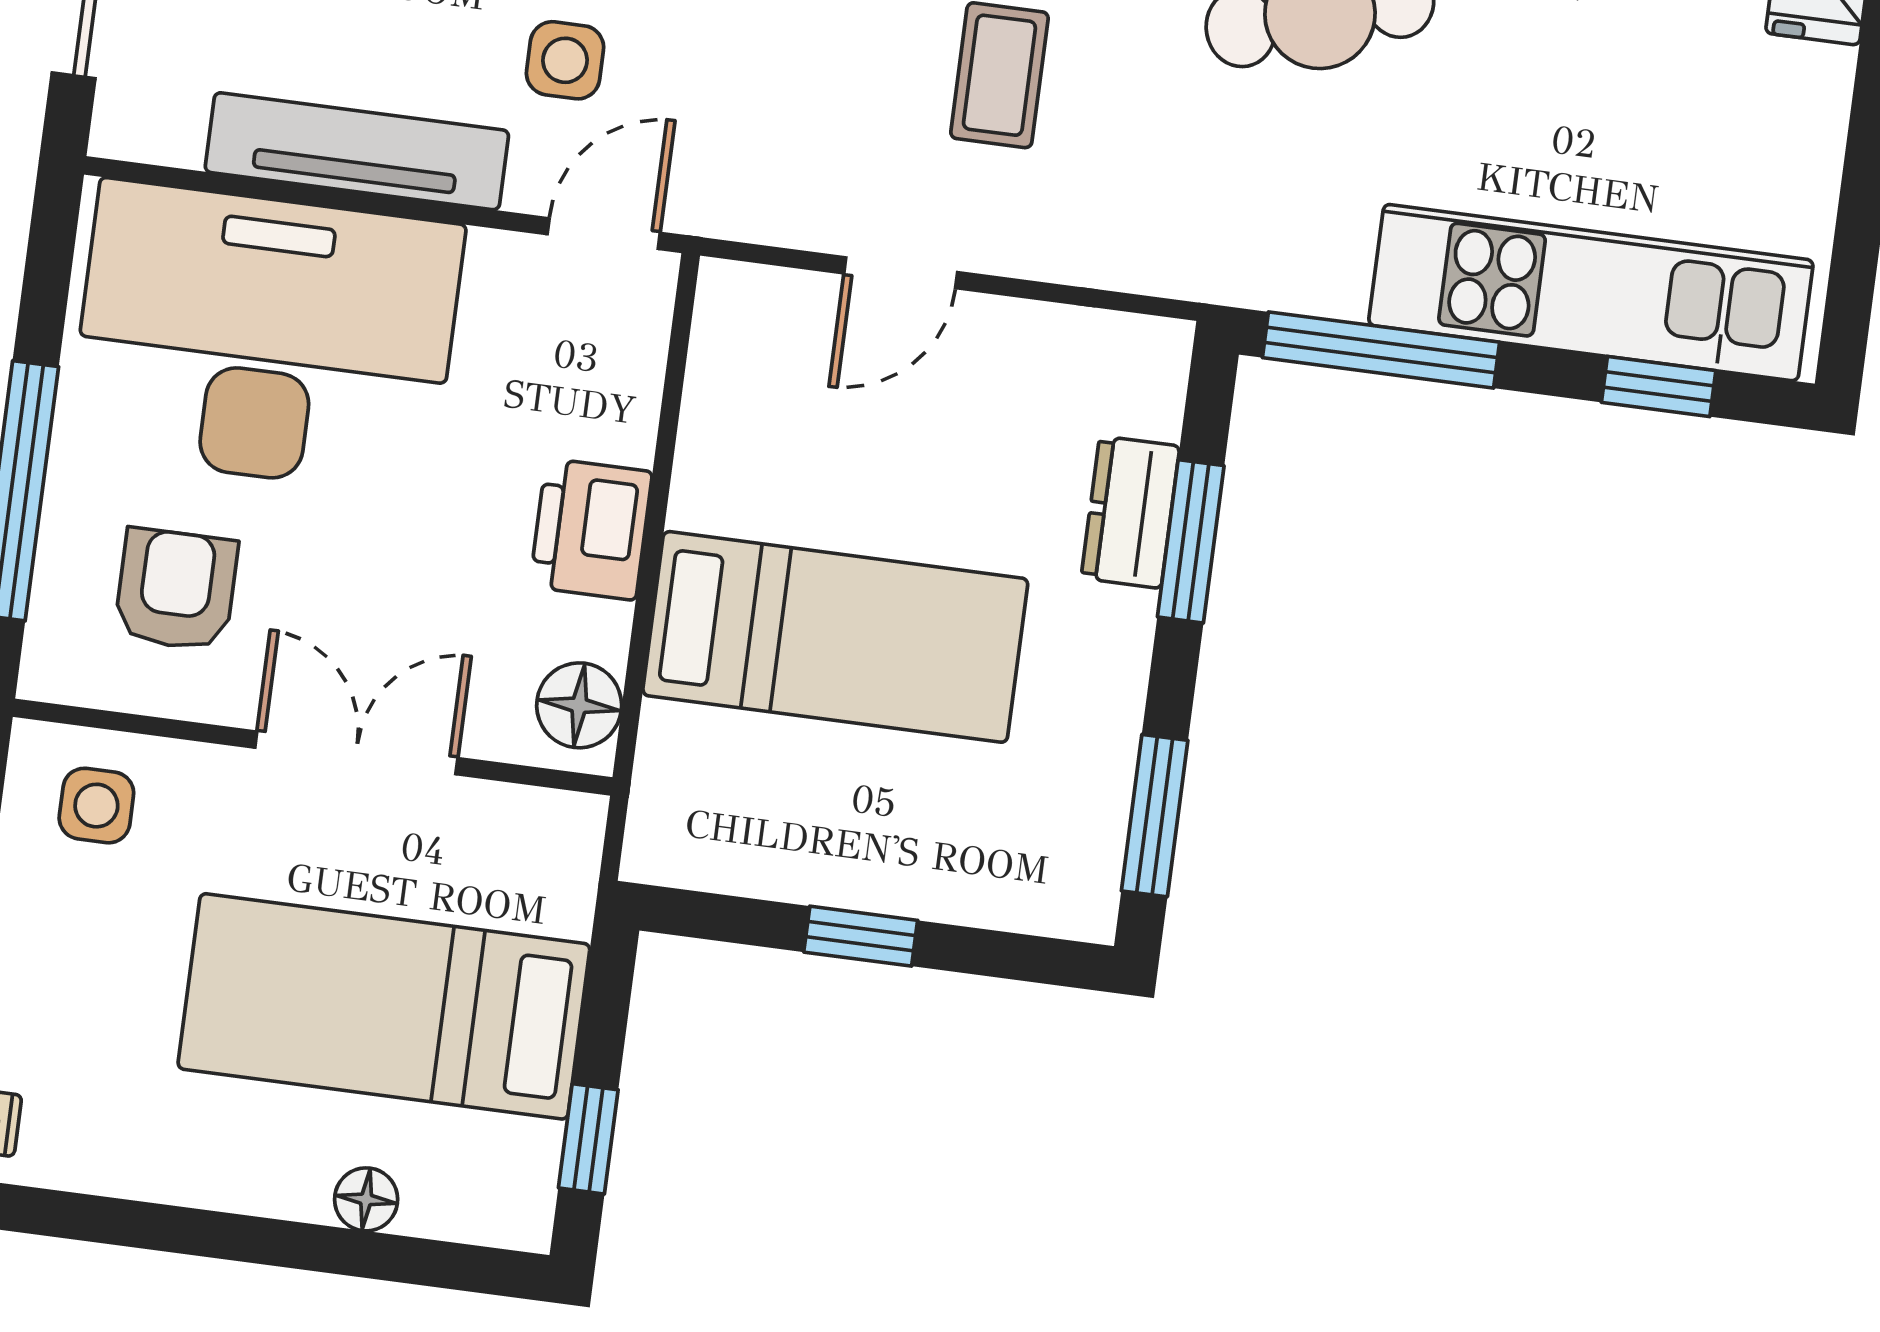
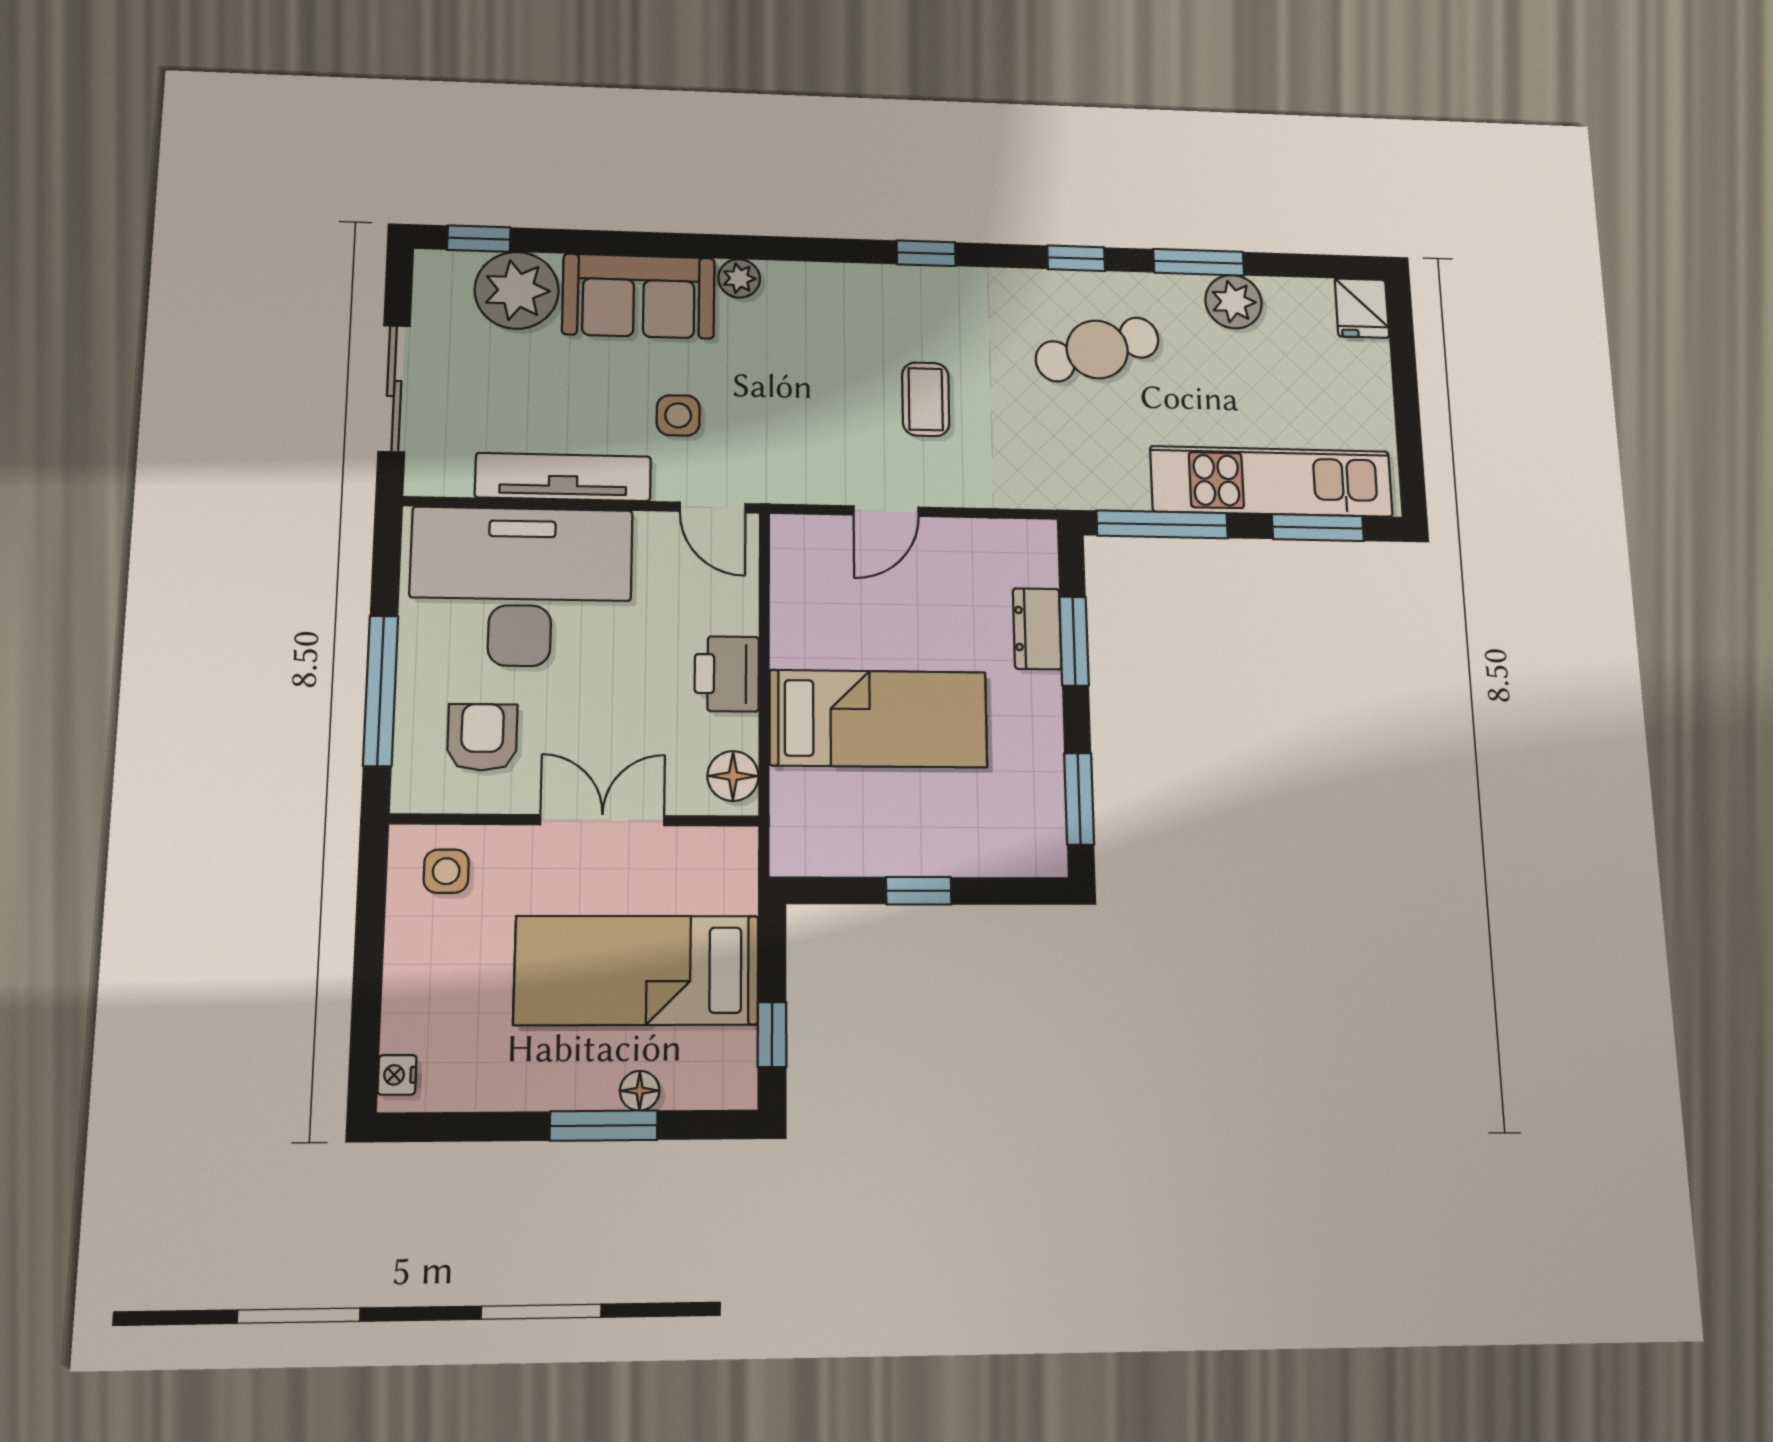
door: (604, 234) -> (713, 508), swing flipped
window: (1659, 387) -> (1318, 528), width x1.50
window: (303, 1246) -> (604, 1126), added

